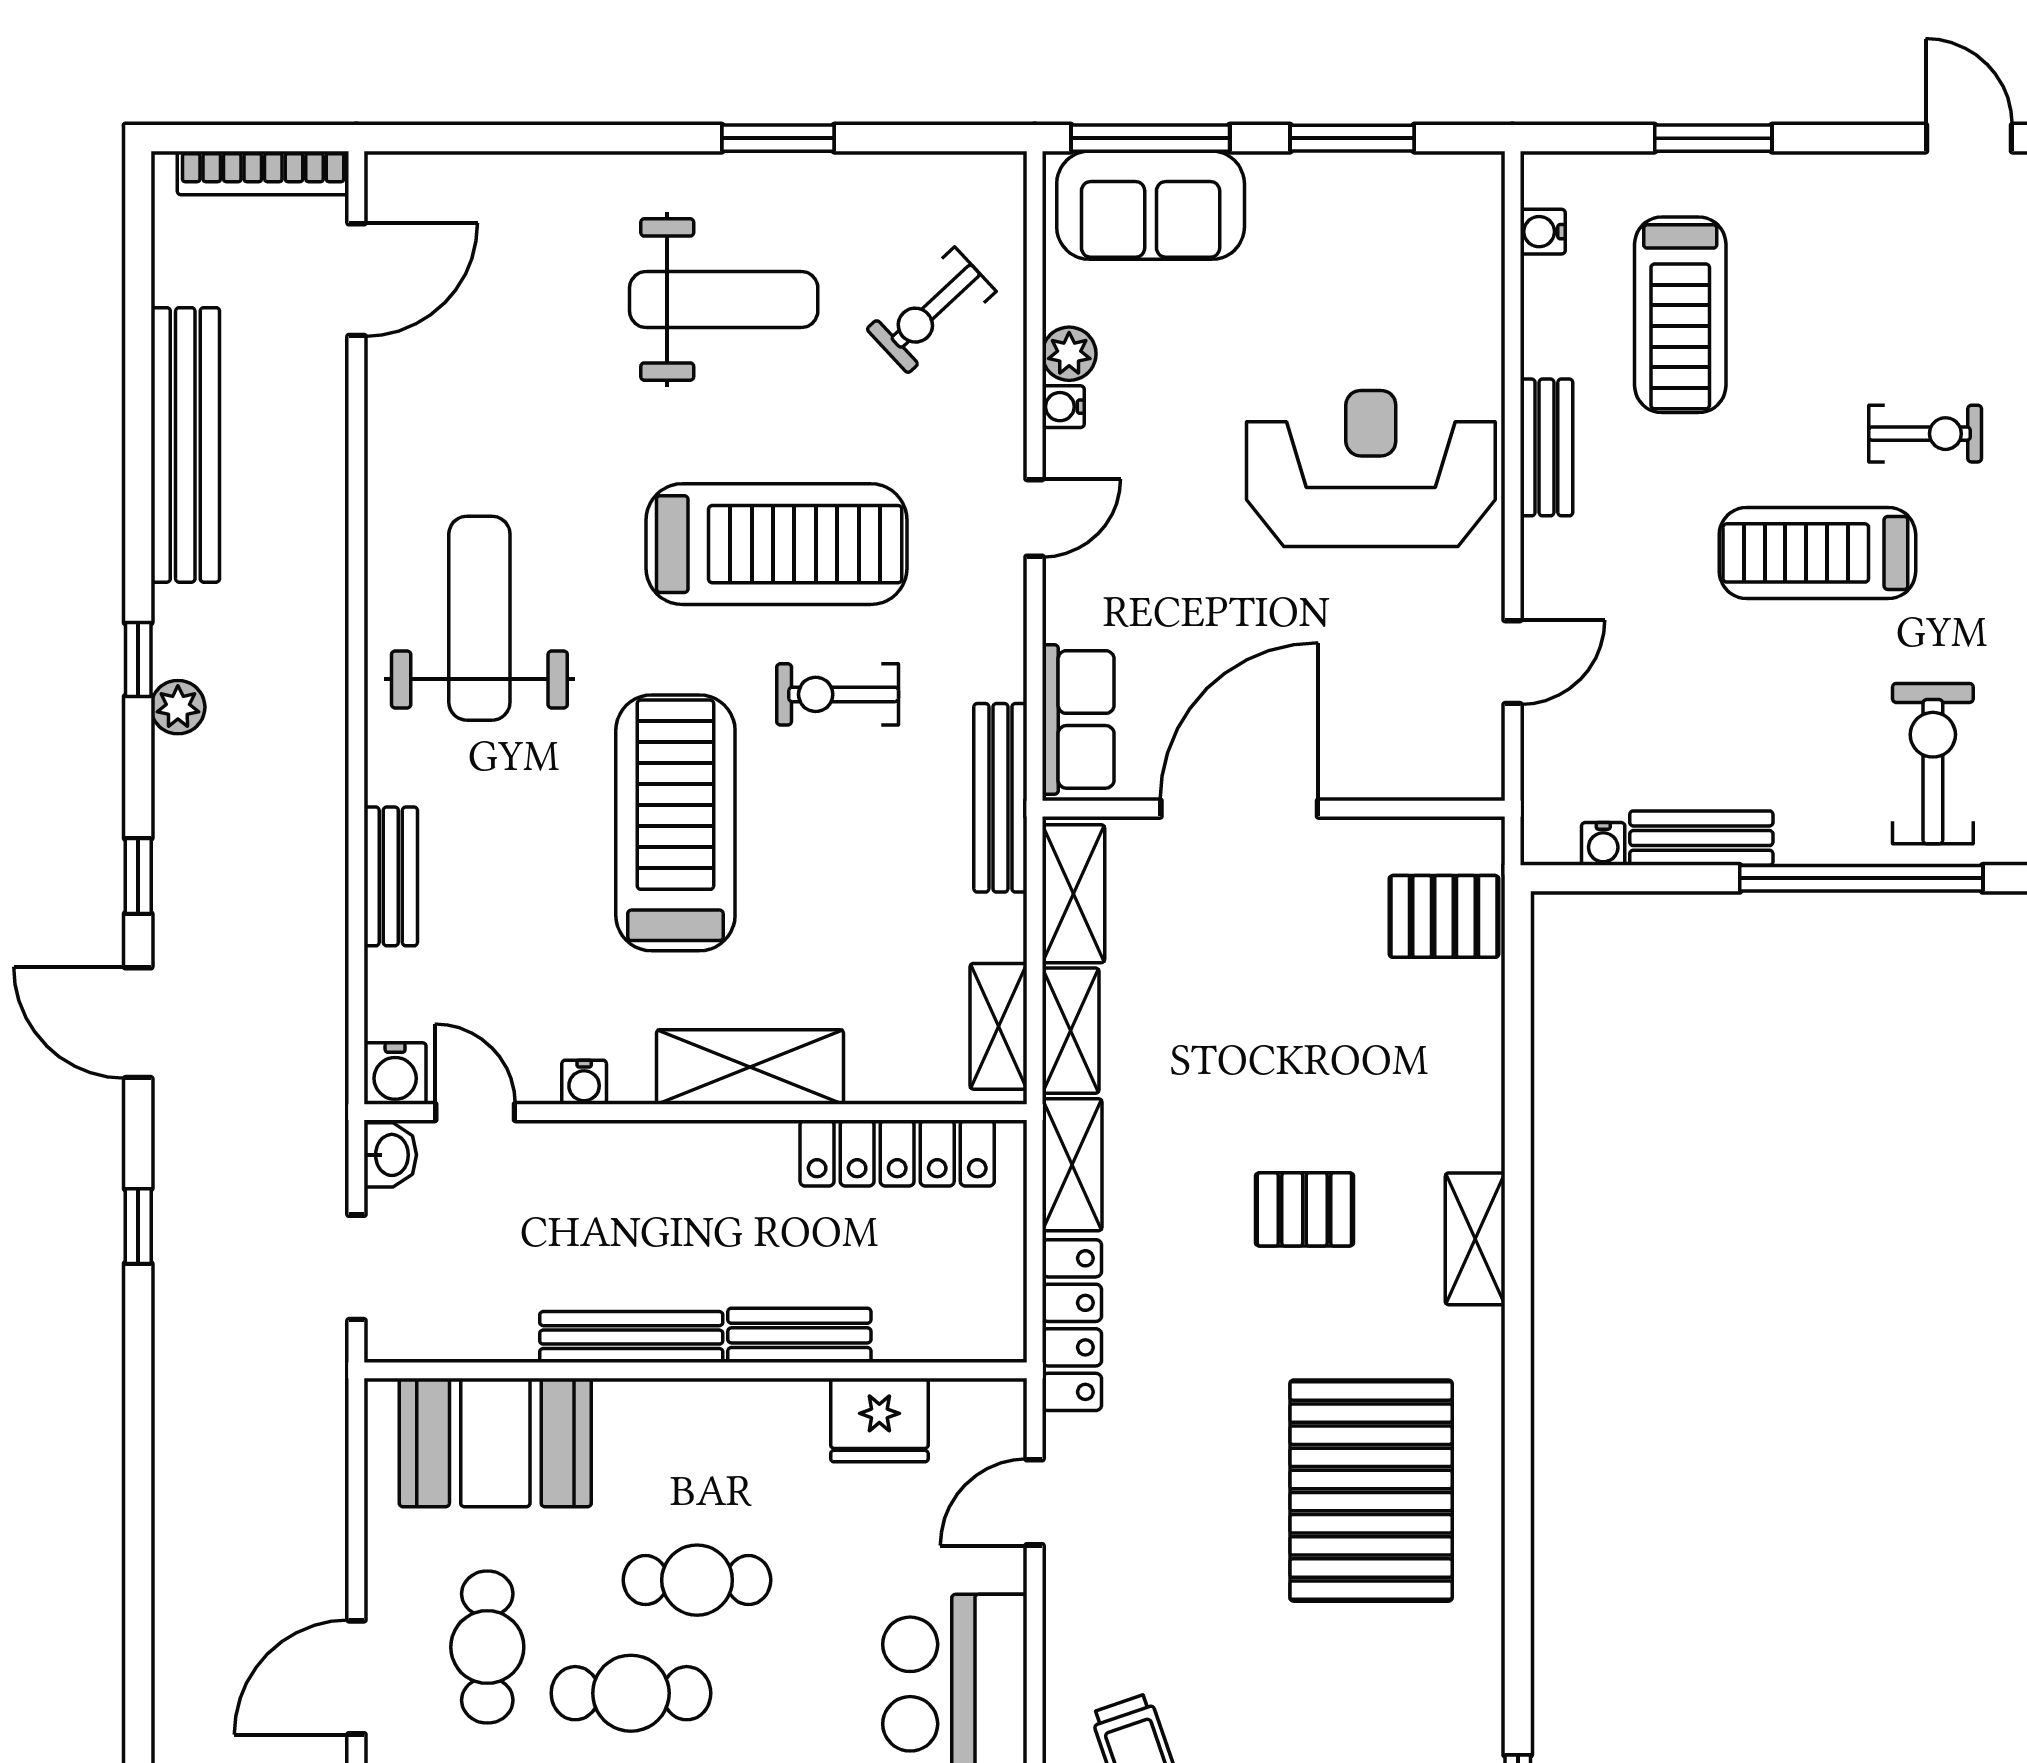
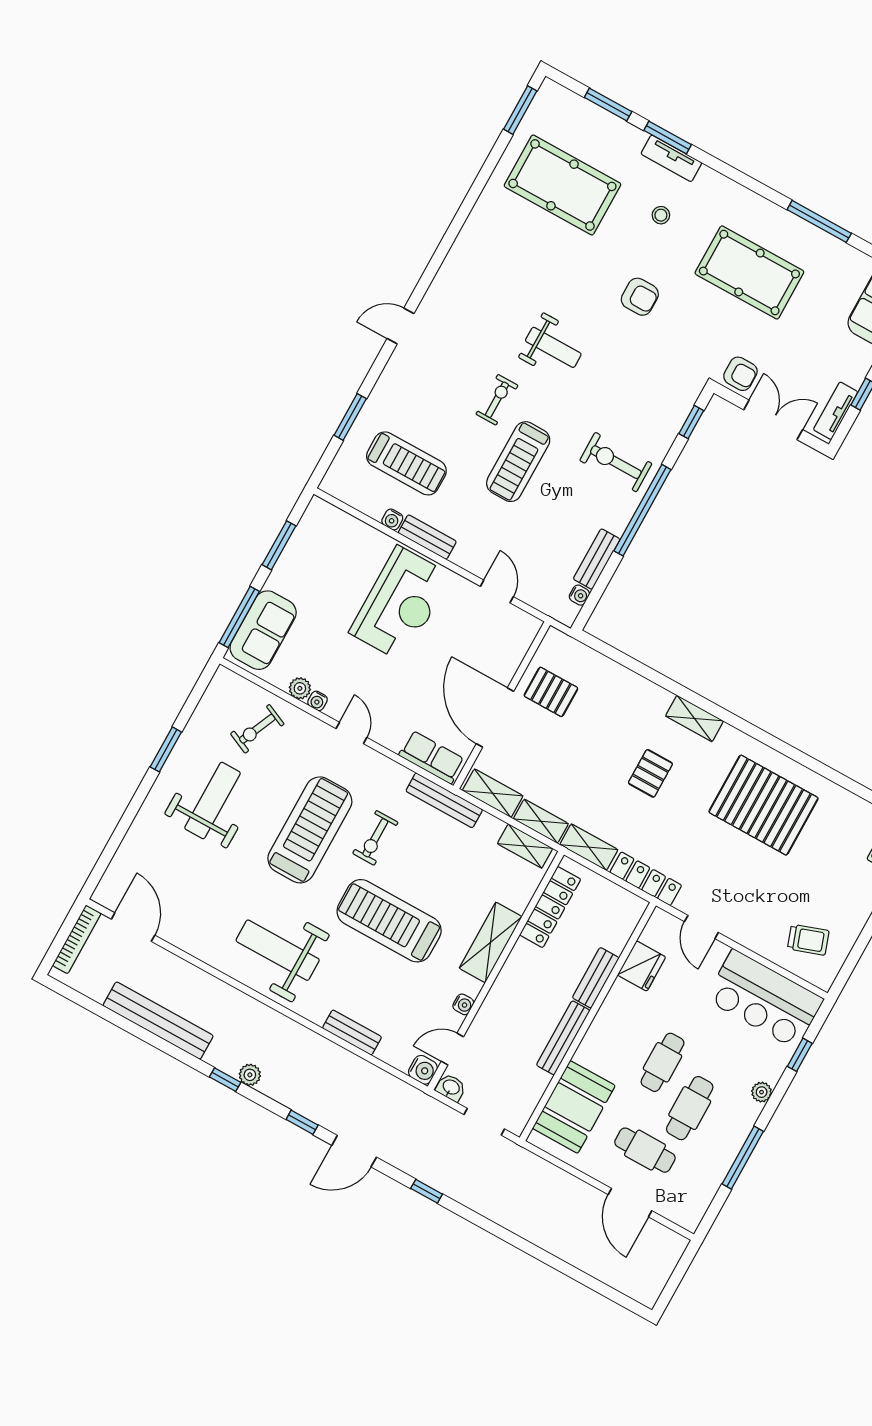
water cooler: (1543, 232) -> (392, 520), moved
exercise bike: (931, 310) -> (257, 729), turned 67
reception desk: (1371, 469) -> (400, 604), turned 180
pallet: (1444, 916) -> (551, 692), moved, turned 90

